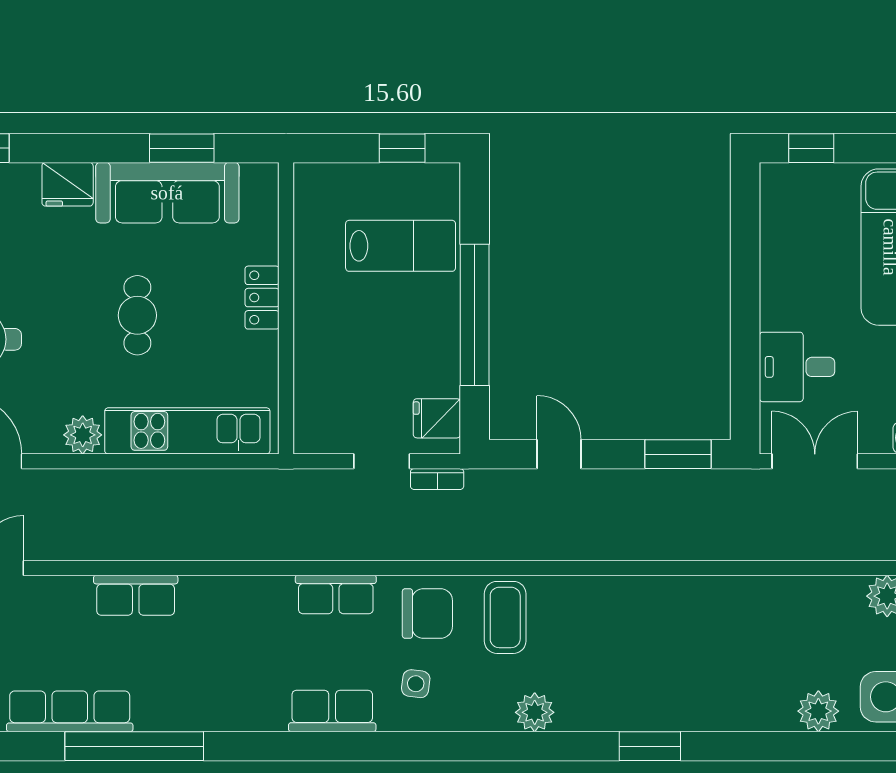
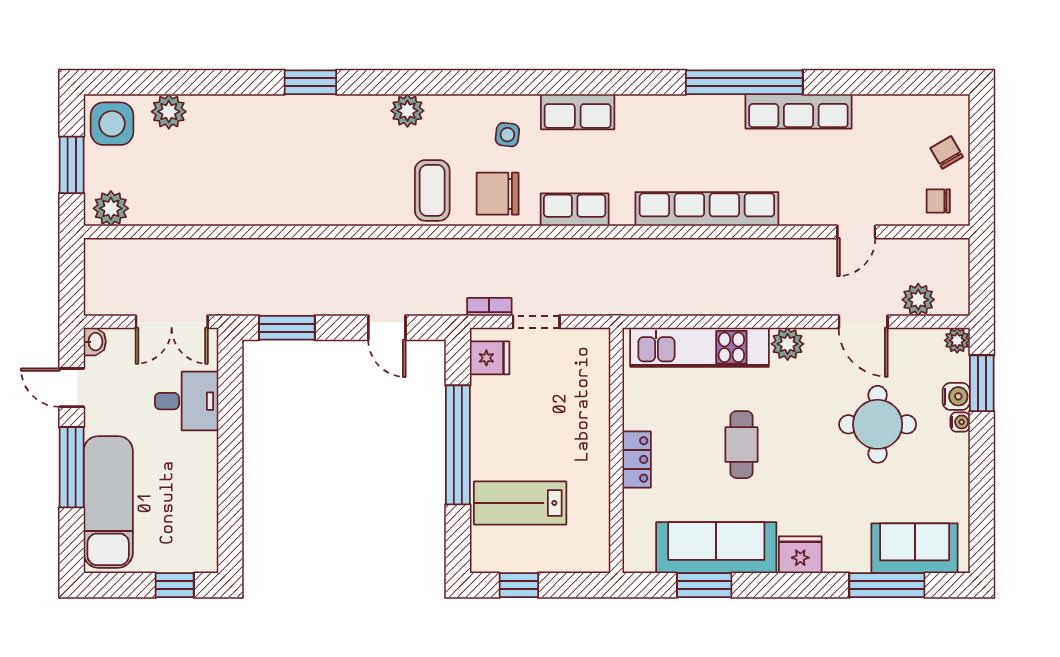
row of seats: (136, 595) -> (707, 209), width x2.02

